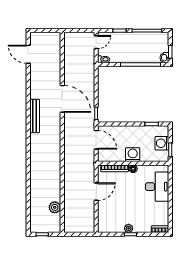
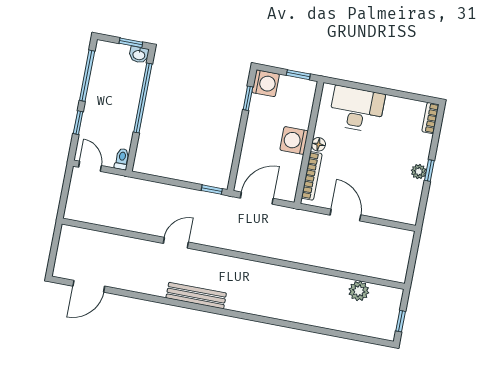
door: (62, 99) -> (176, 243), width x0.53
washing machine: (162, 143) -> (266, 83), moved, turned -90

